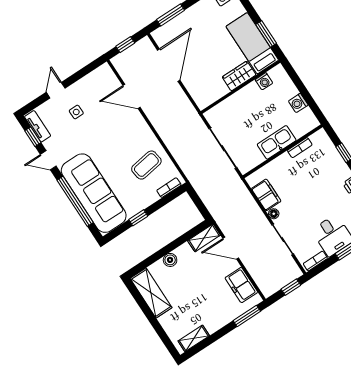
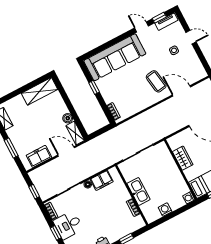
wardrobe: (239, 76) -> (183, 158), moved
washing machine: (264, 81) -> (189, 198), moved
door: (132, 96) -> (181, 91), hinge flipped
door: (48, 160) -> (141, 27), hinge flipped
coffee table: (146, 165) -> (156, 81), moved
window: (75, 201) -> (110, 43), removed
door: (231, 248) -> (66, 151), hinge flipped
boiler: (170, 260) -> (68, 118), moved
window: (247, 316) -> (11, 148), moved

